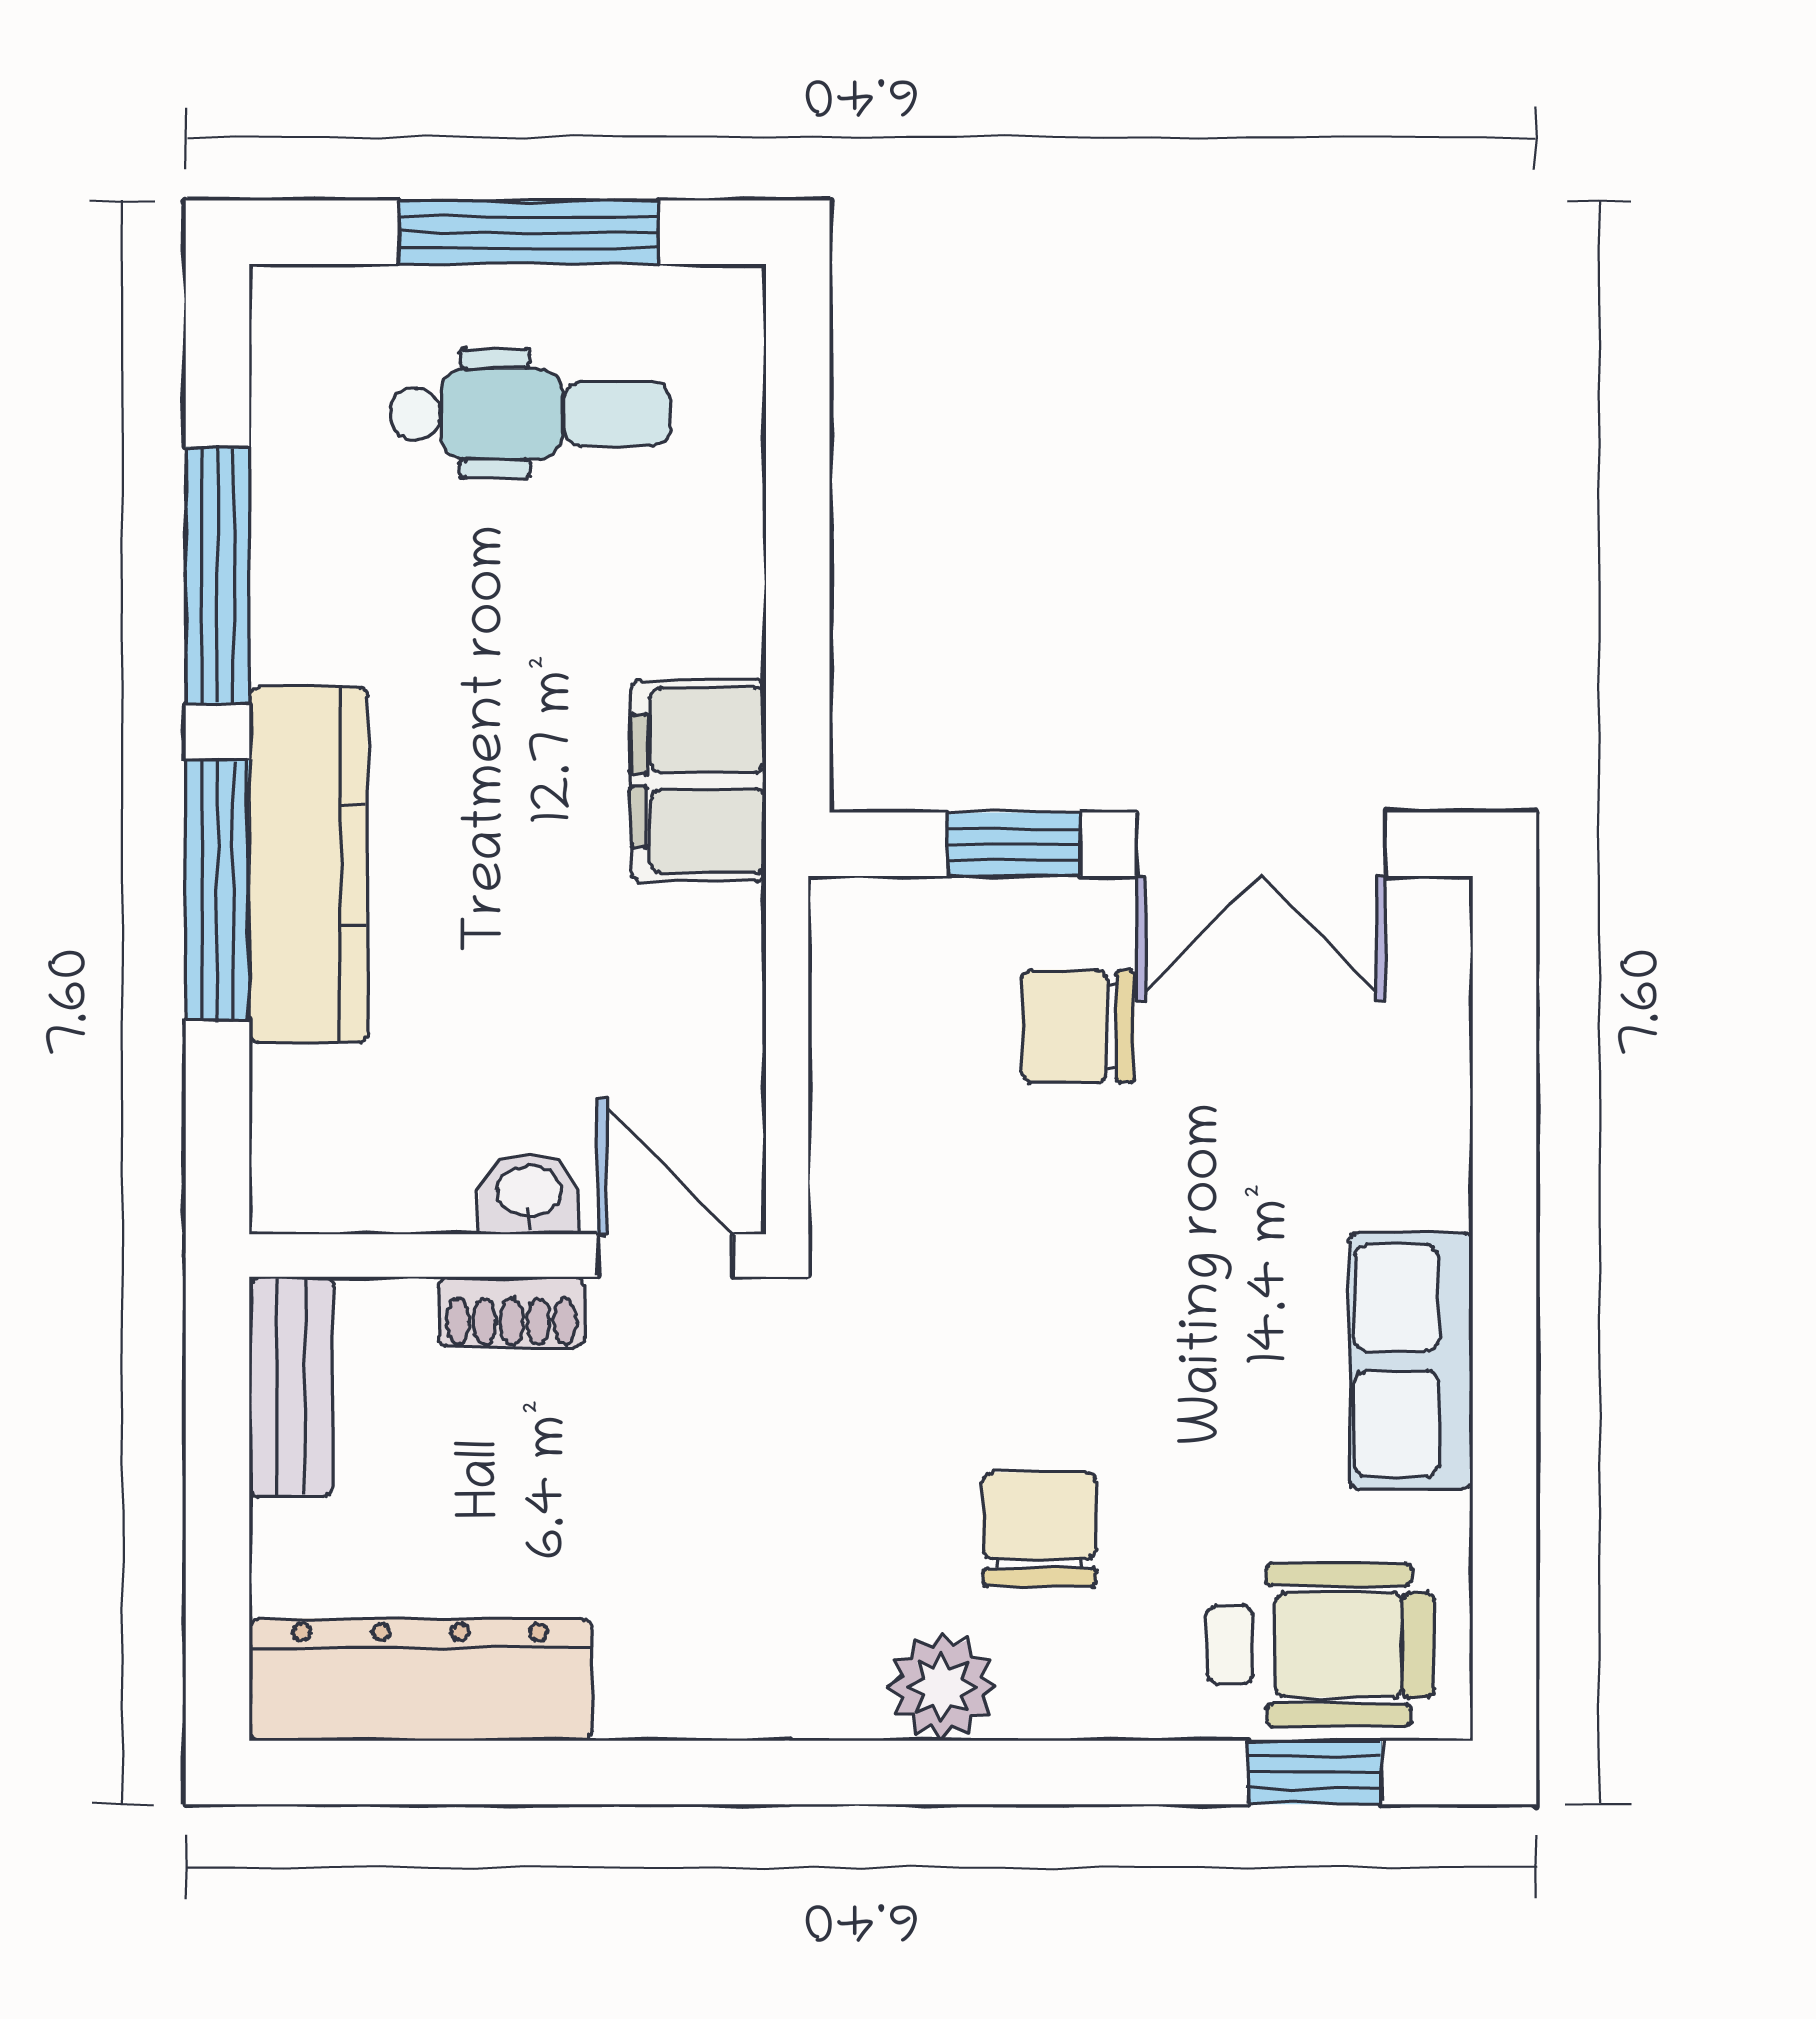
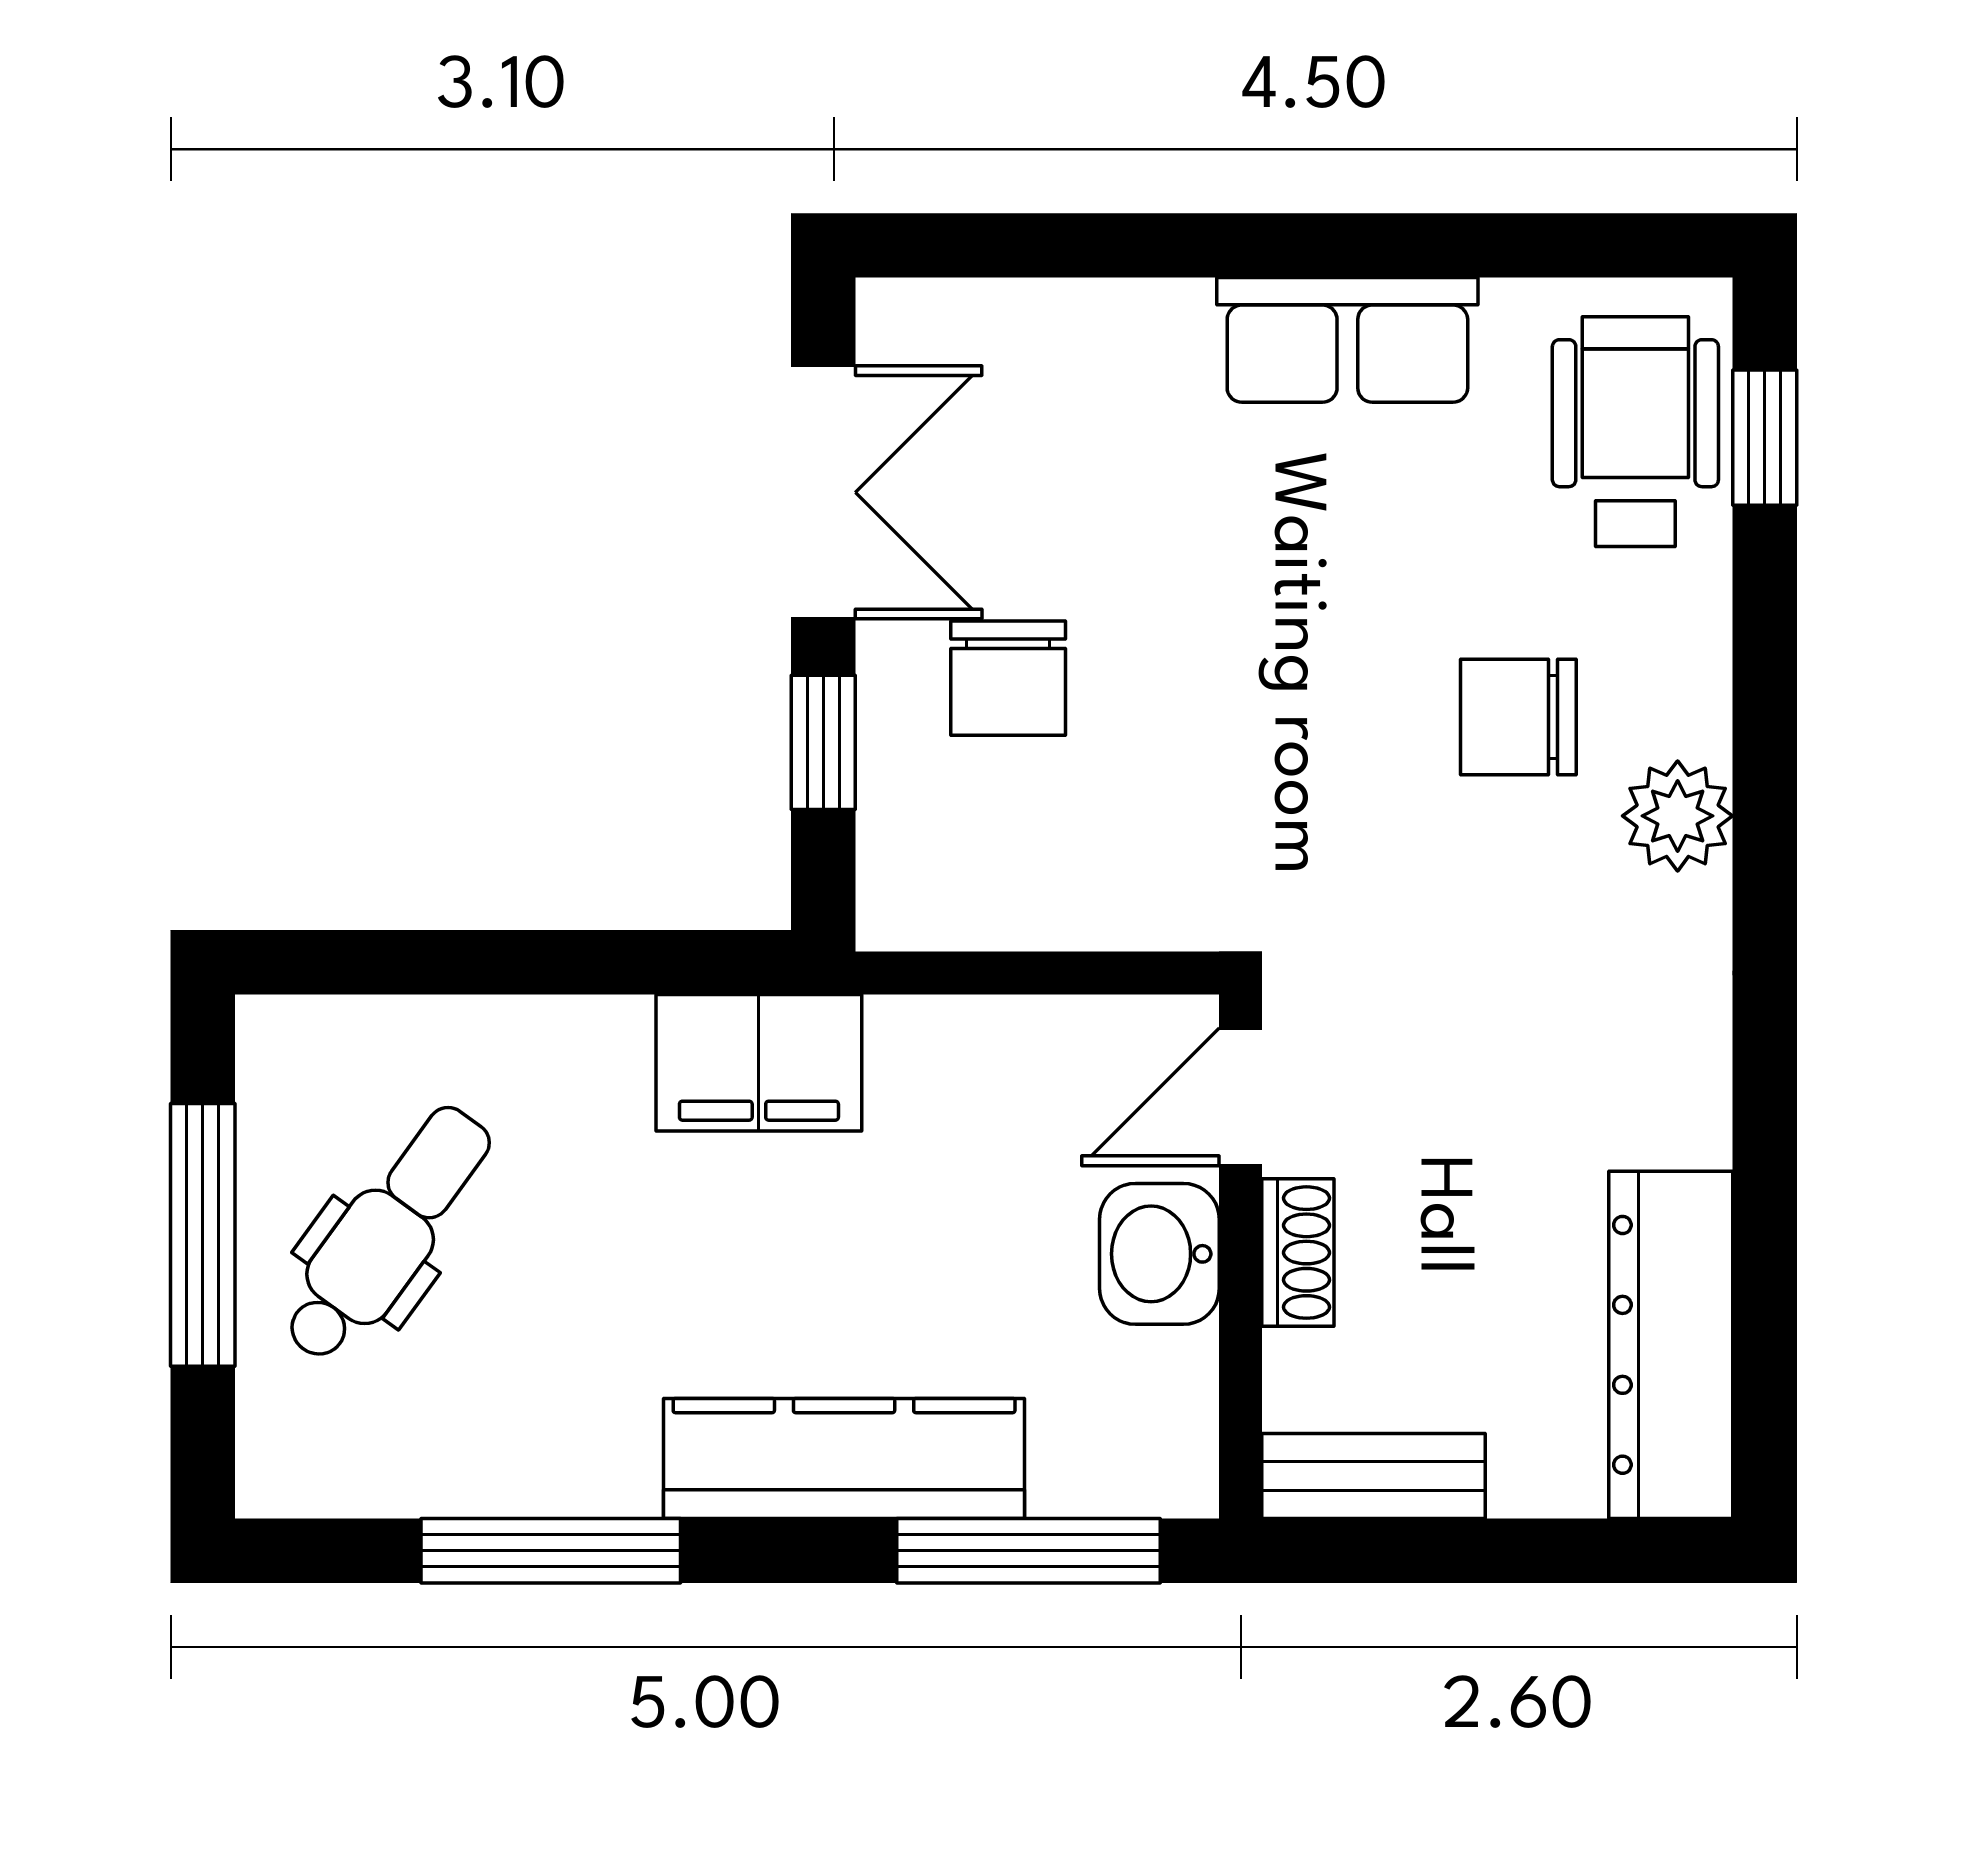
dental chair: (530, 414) -> (387, 1234), turned 36
window: (217, 890) -> (1028, 1551), moved
washbasin: (529, 1194) -> (1159, 1254), width x1.38, depth x1.45

